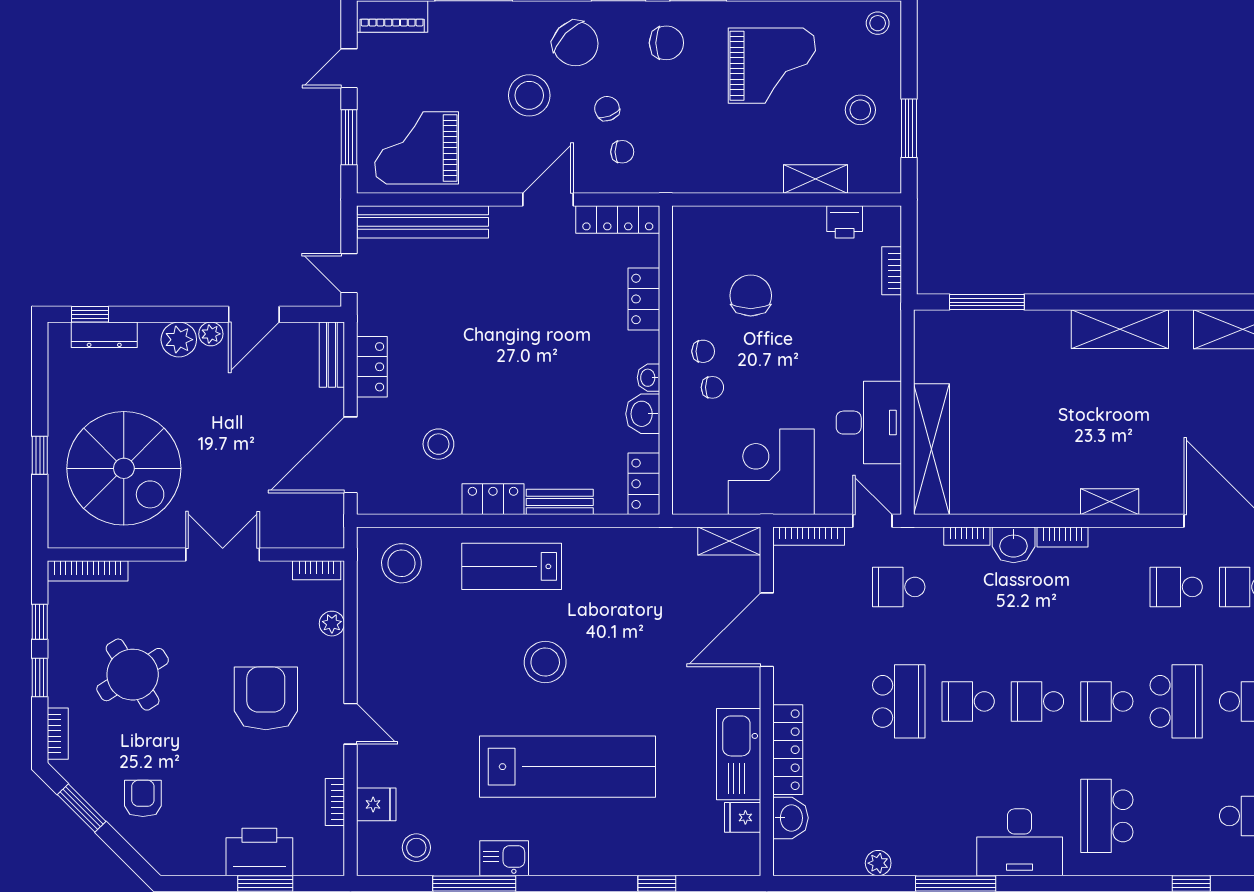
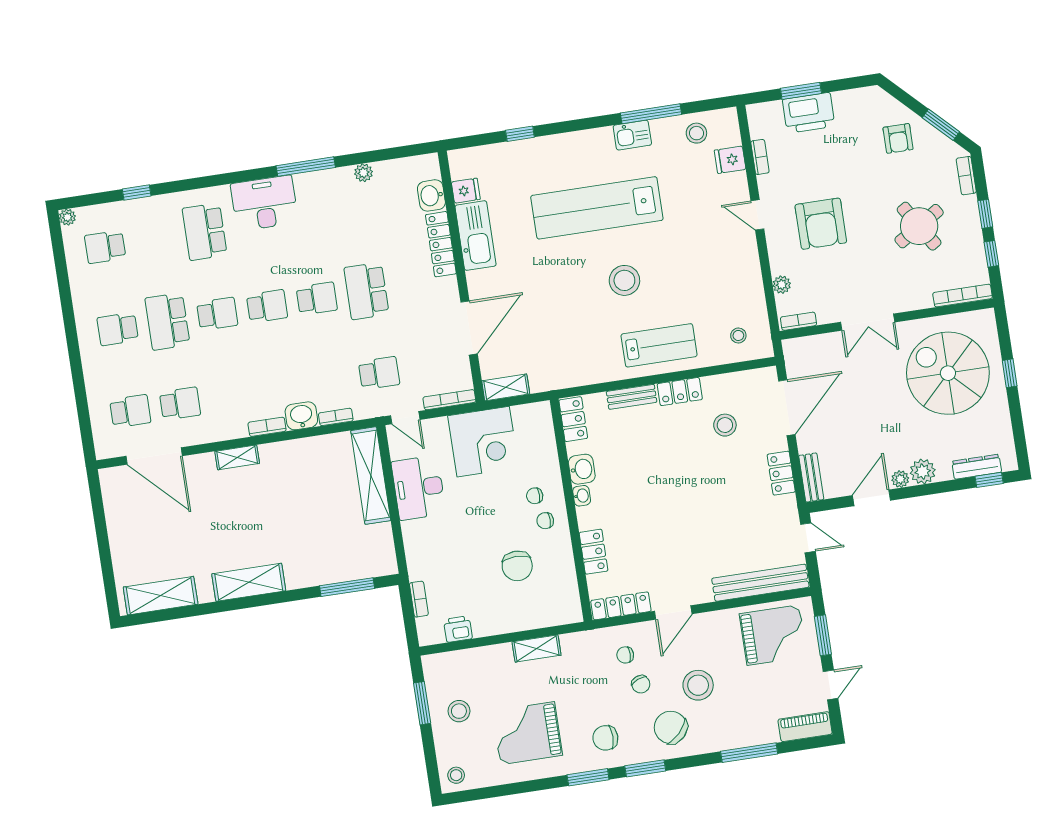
shelving: (815, 179) -> (537, 648), moved
stool: (401, 563) -> (738, 335), width x0.53, depth x0.53
school desk: (1107, 816) -> (205, 232), turned 180

